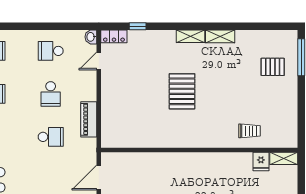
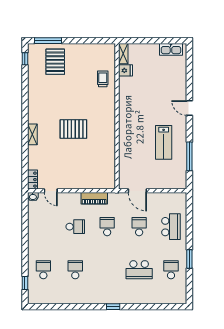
window: (138, 26) -> (25, 59), moved
shelving: (190, 36) -> (32, 134), moved
shelving: (220, 36) -> (33, 101), removed
school desk: (51, 51) -> (139, 227), moved, turned 180
pallet: (273, 67) -> (55, 62), width x1.50, depth x1.42

